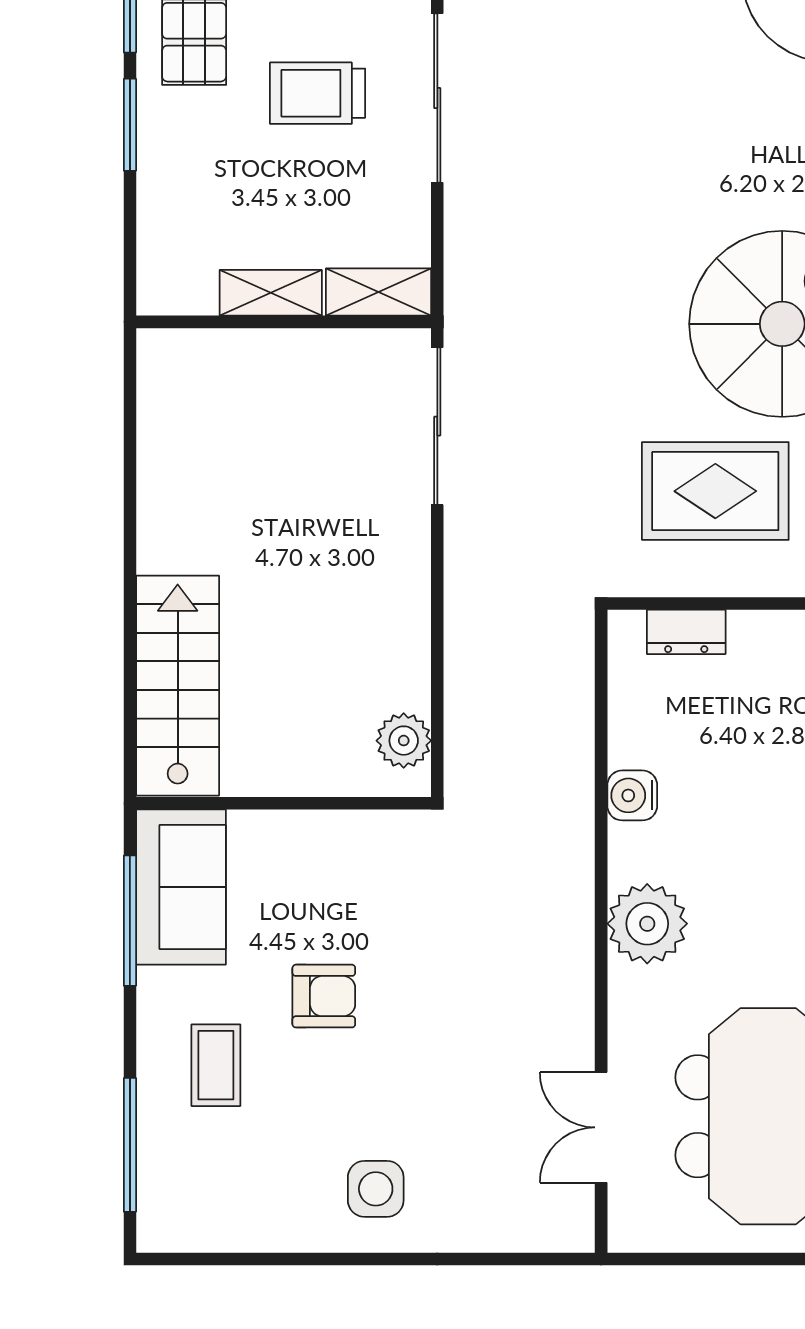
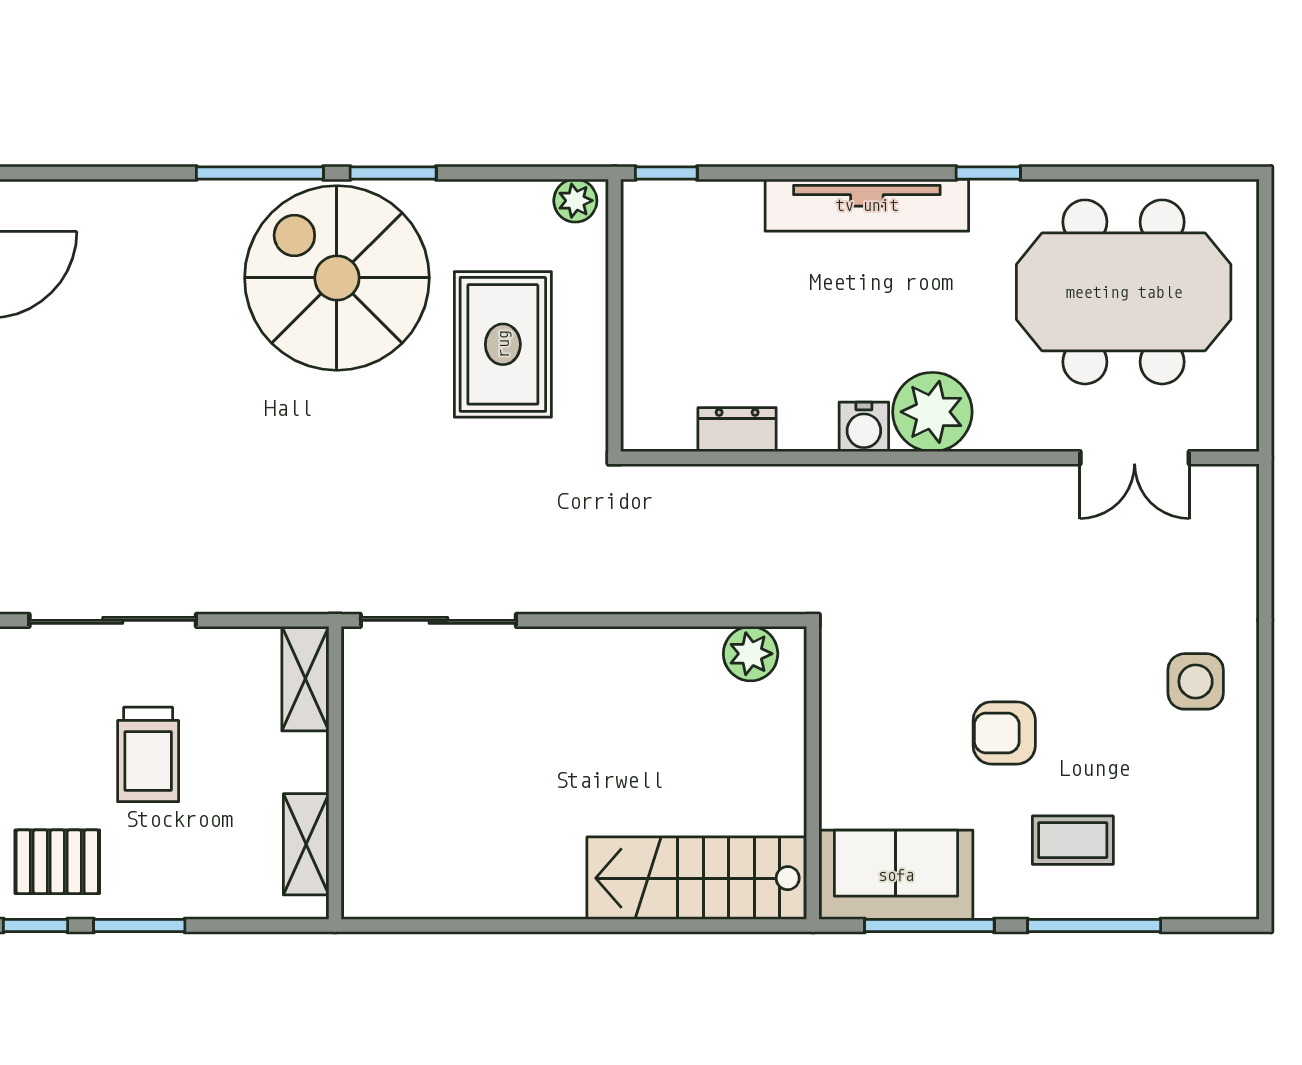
trolley: (318, 93) -> (148, 754), moved
shelving: (271, 293) -> (306, 844), moved
dresser: (686, 632) -> (737, 430), moved, turned -90
water cooler: (632, 795) -> (864, 427), moved
armchair: (324, 996) -> (1004, 733), turned -90
window: (130, 1145) -> (1094, 925), moved

